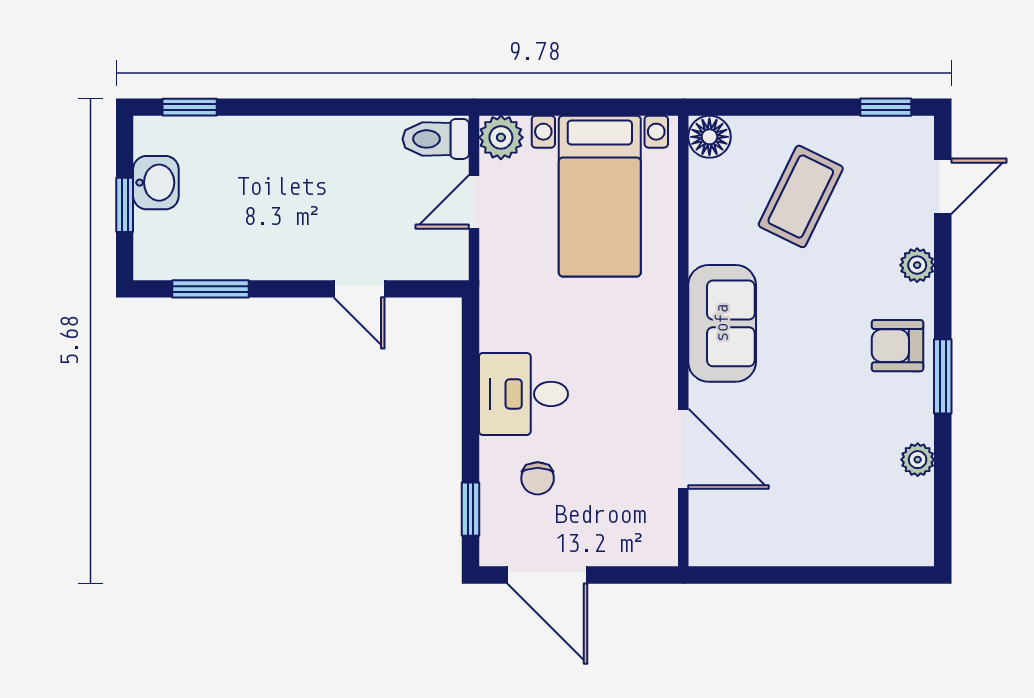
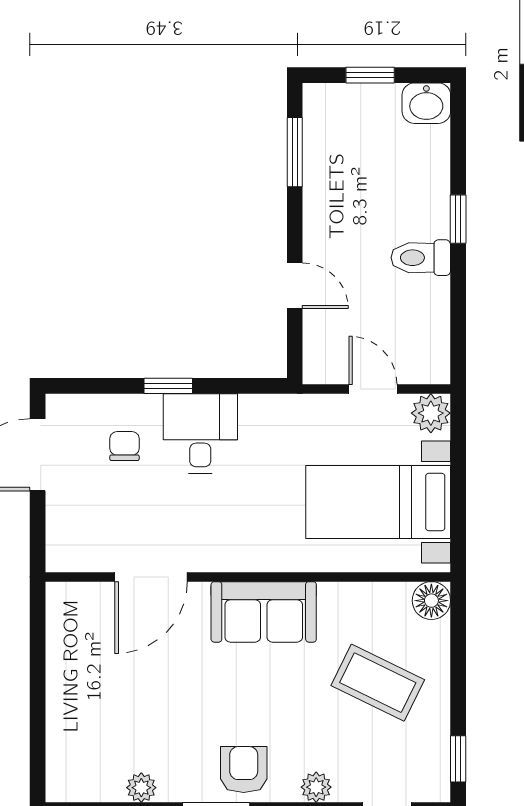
window: (190, 107) -> (458, 219), moved
toilet: (436, 139) -> (421, 258), moved, turned -90
washbasin: (156, 183) -> (426, 103), moved
door: (359, 289) -> (295, 286), swing flipped
chair: (538, 478) -> (125, 446), turned 90
window: (471, 509) -> (168, 386), moved

